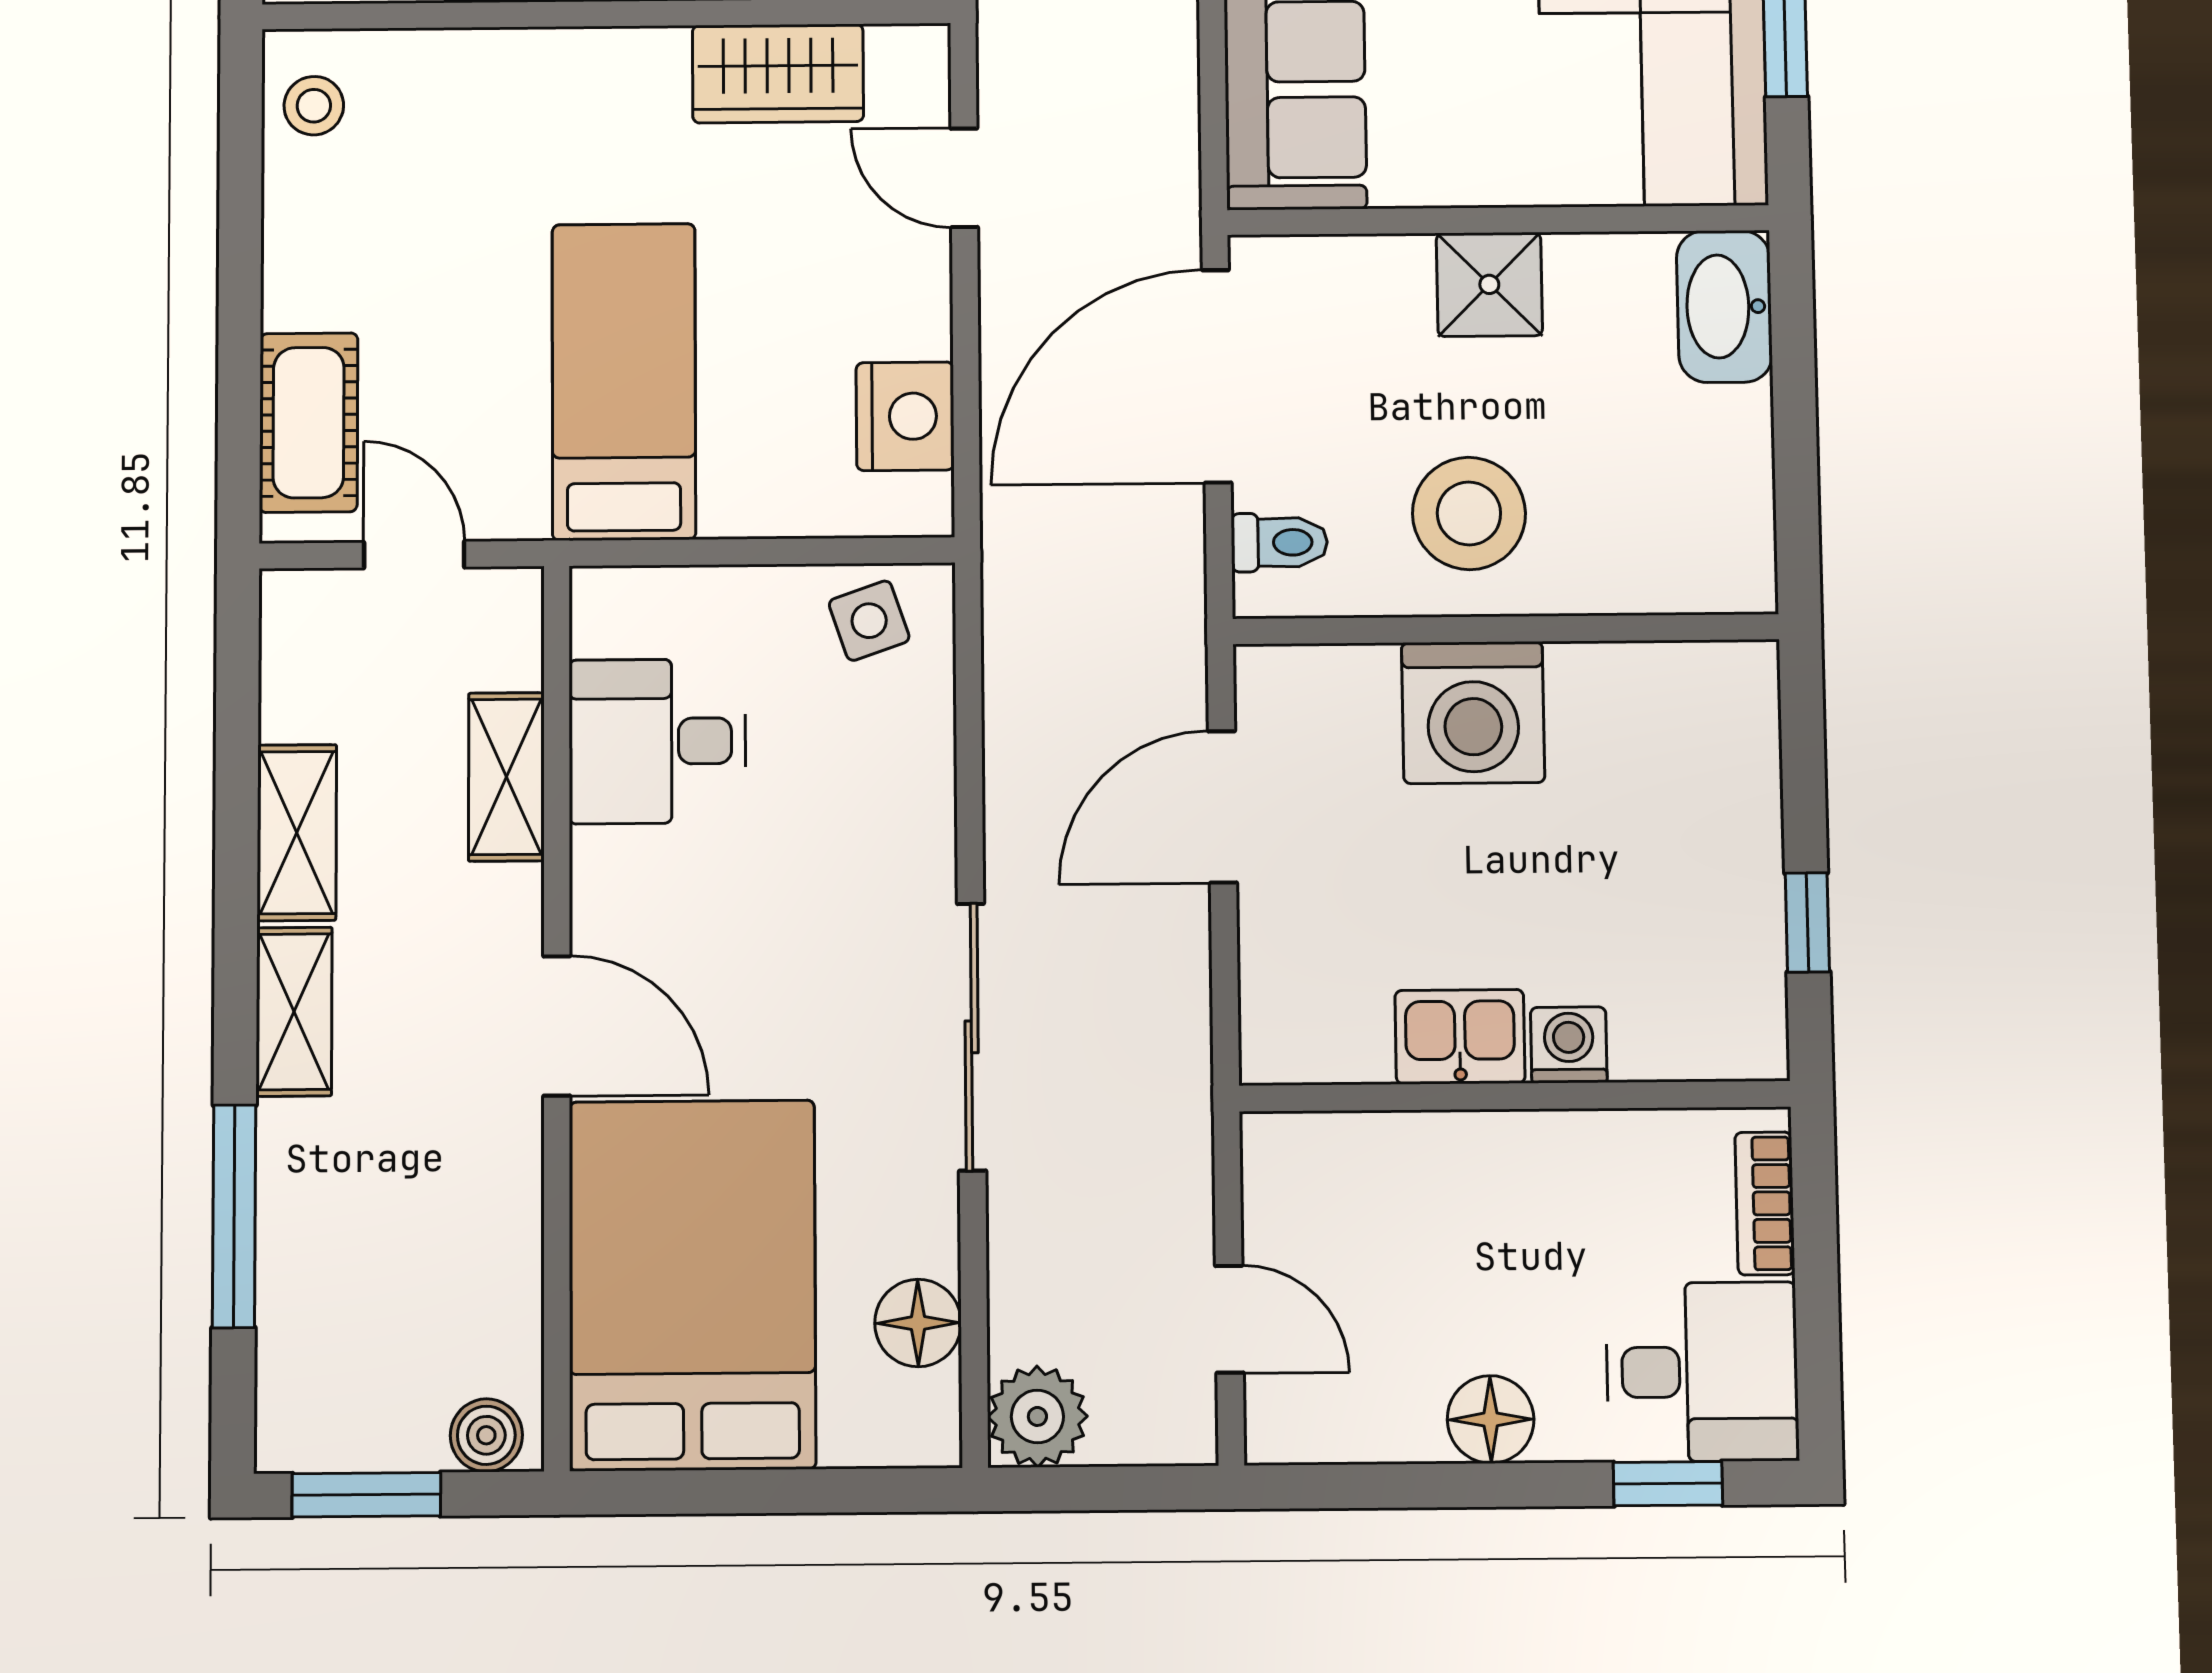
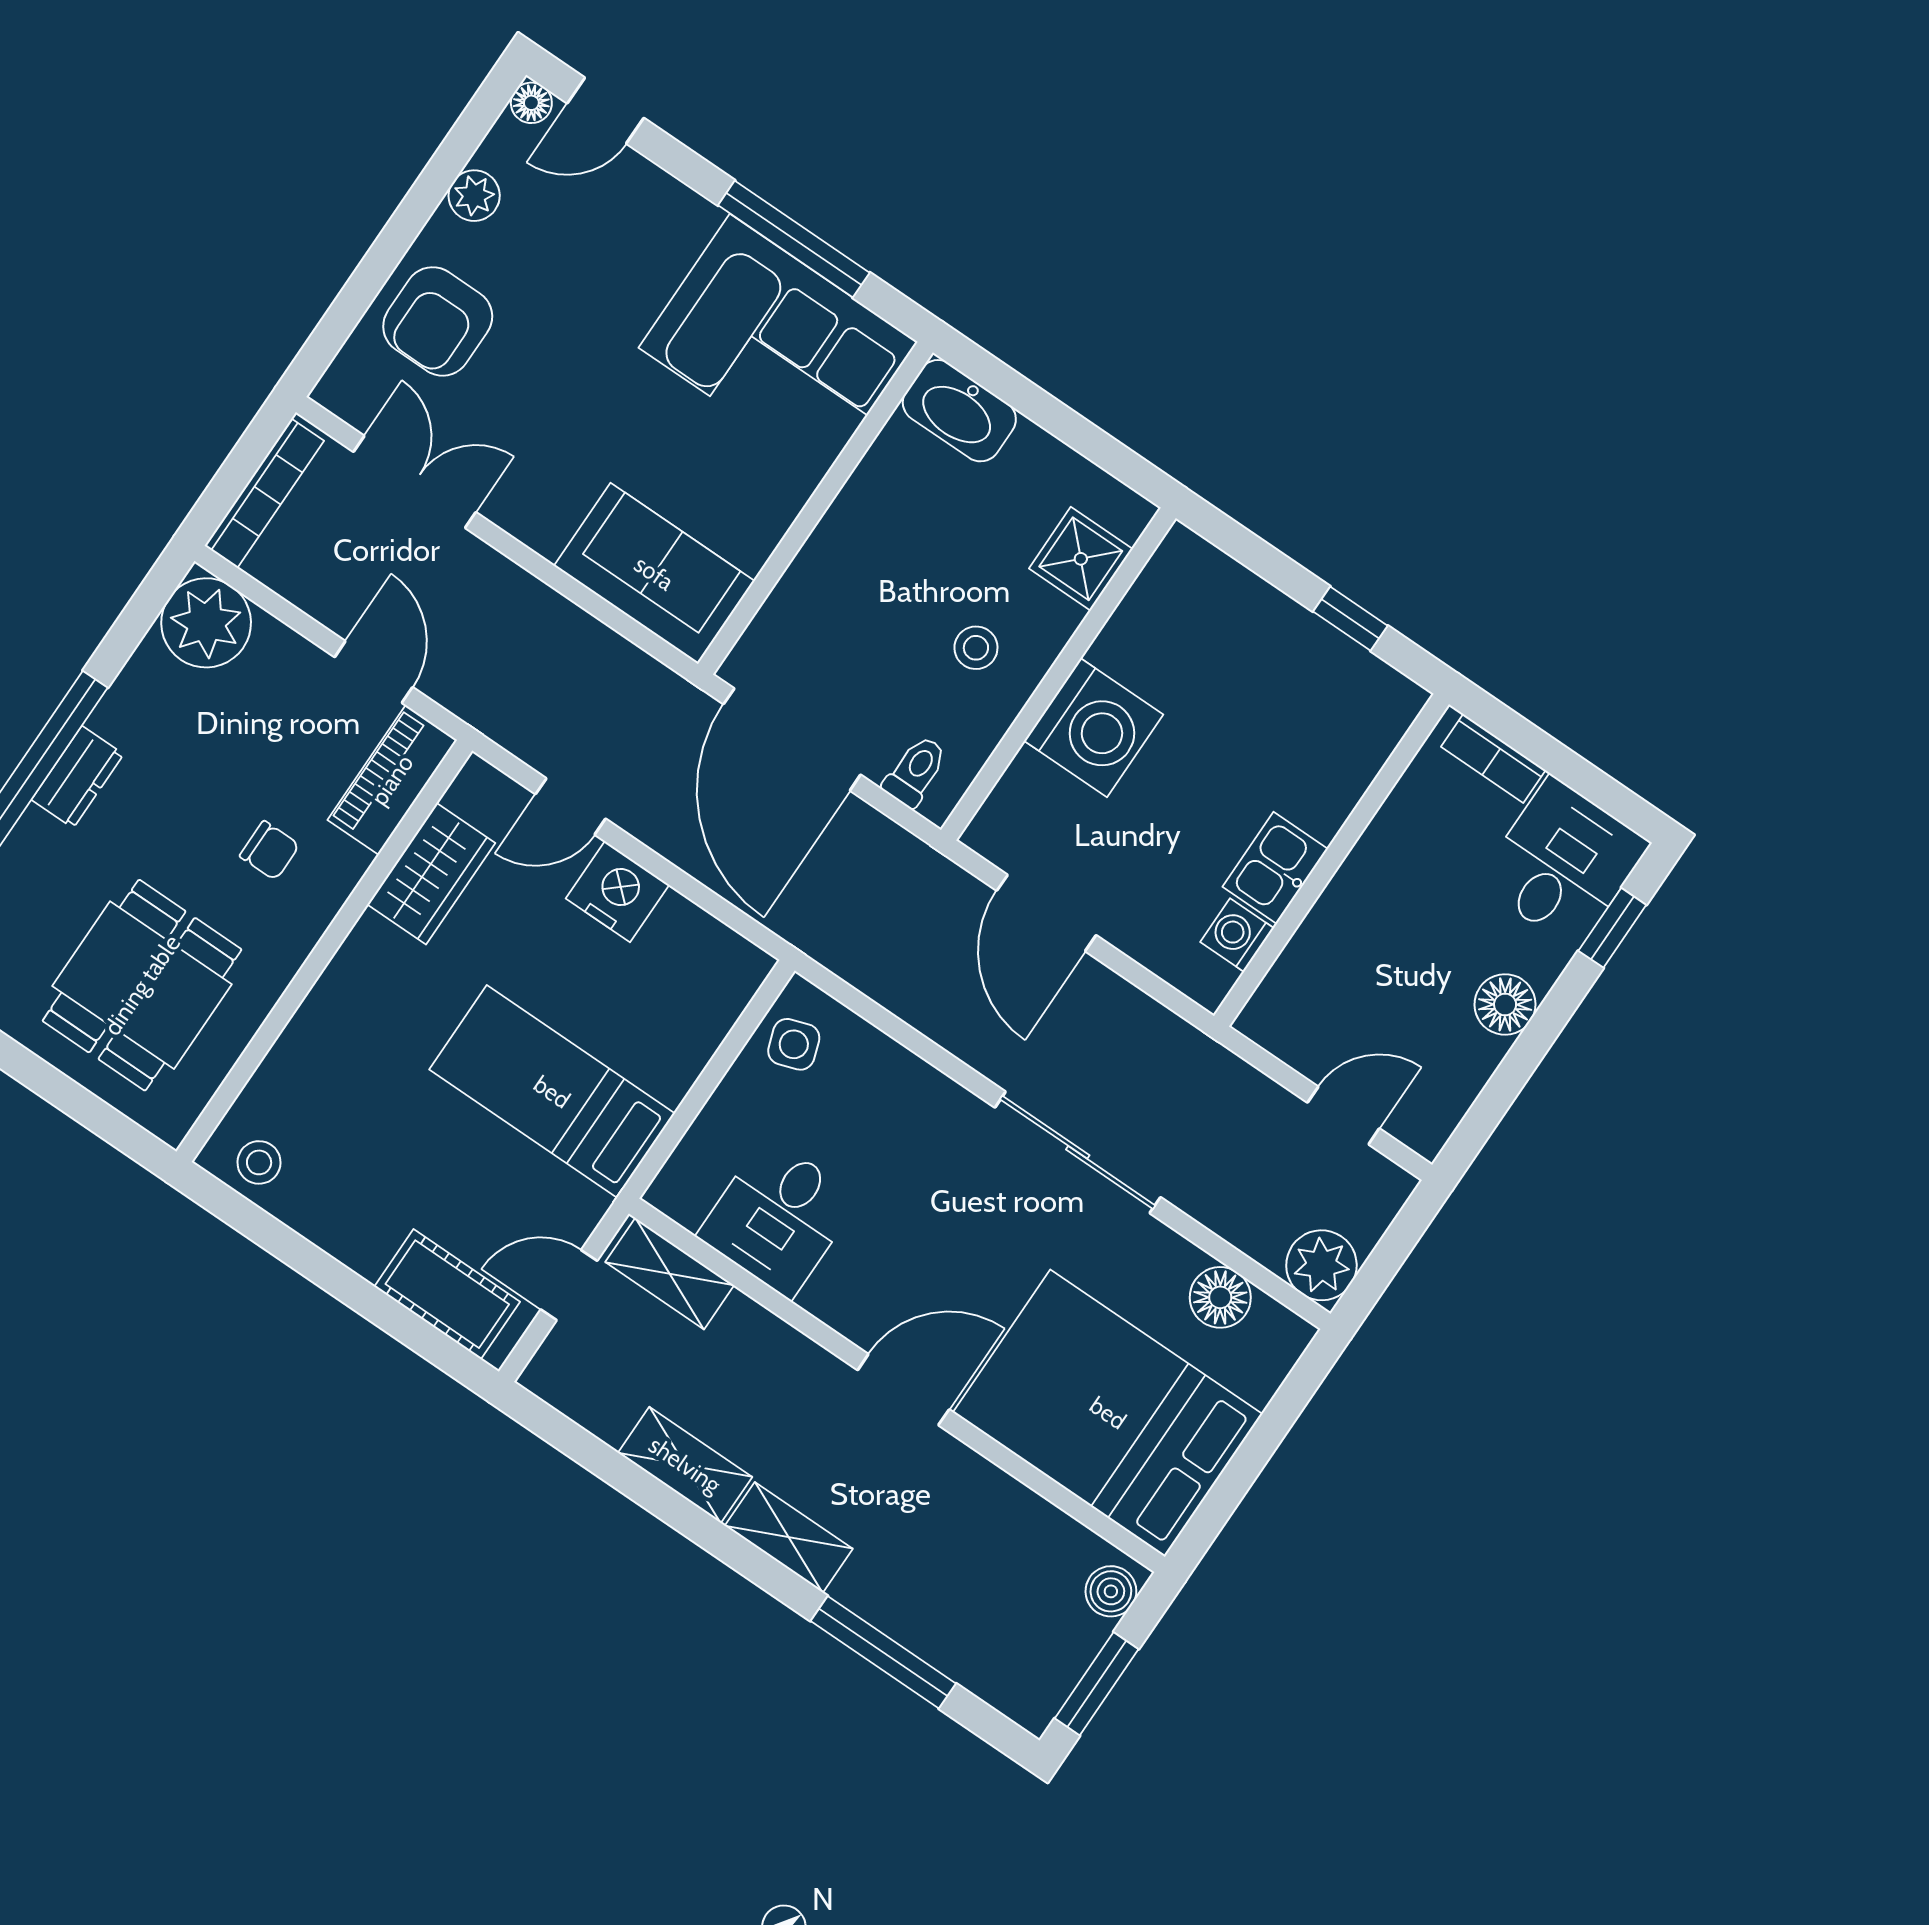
shower: (1489, 284) -> (1081, 559), moved
nightstand: (905, 416) -> (618, 892), moved
stool: (1469, 513) -> (976, 648), width x0.53, depth x0.53
shelving: (506, 777) -> (670, 1274), moved
washing machine: (1569, 1045) -> (1237, 935), moved

